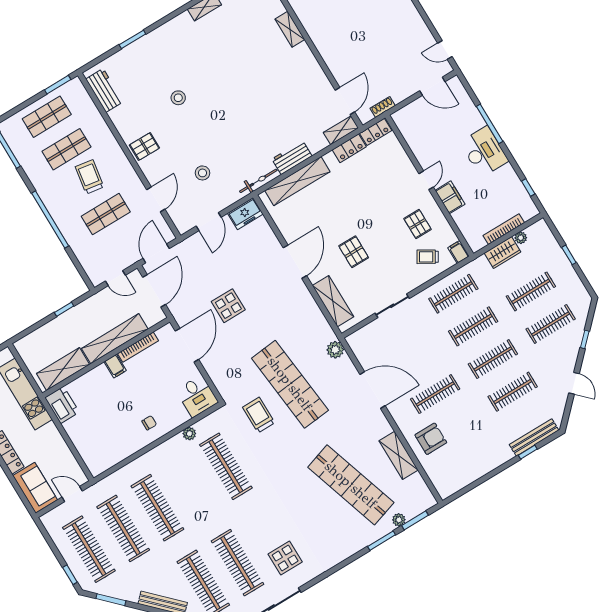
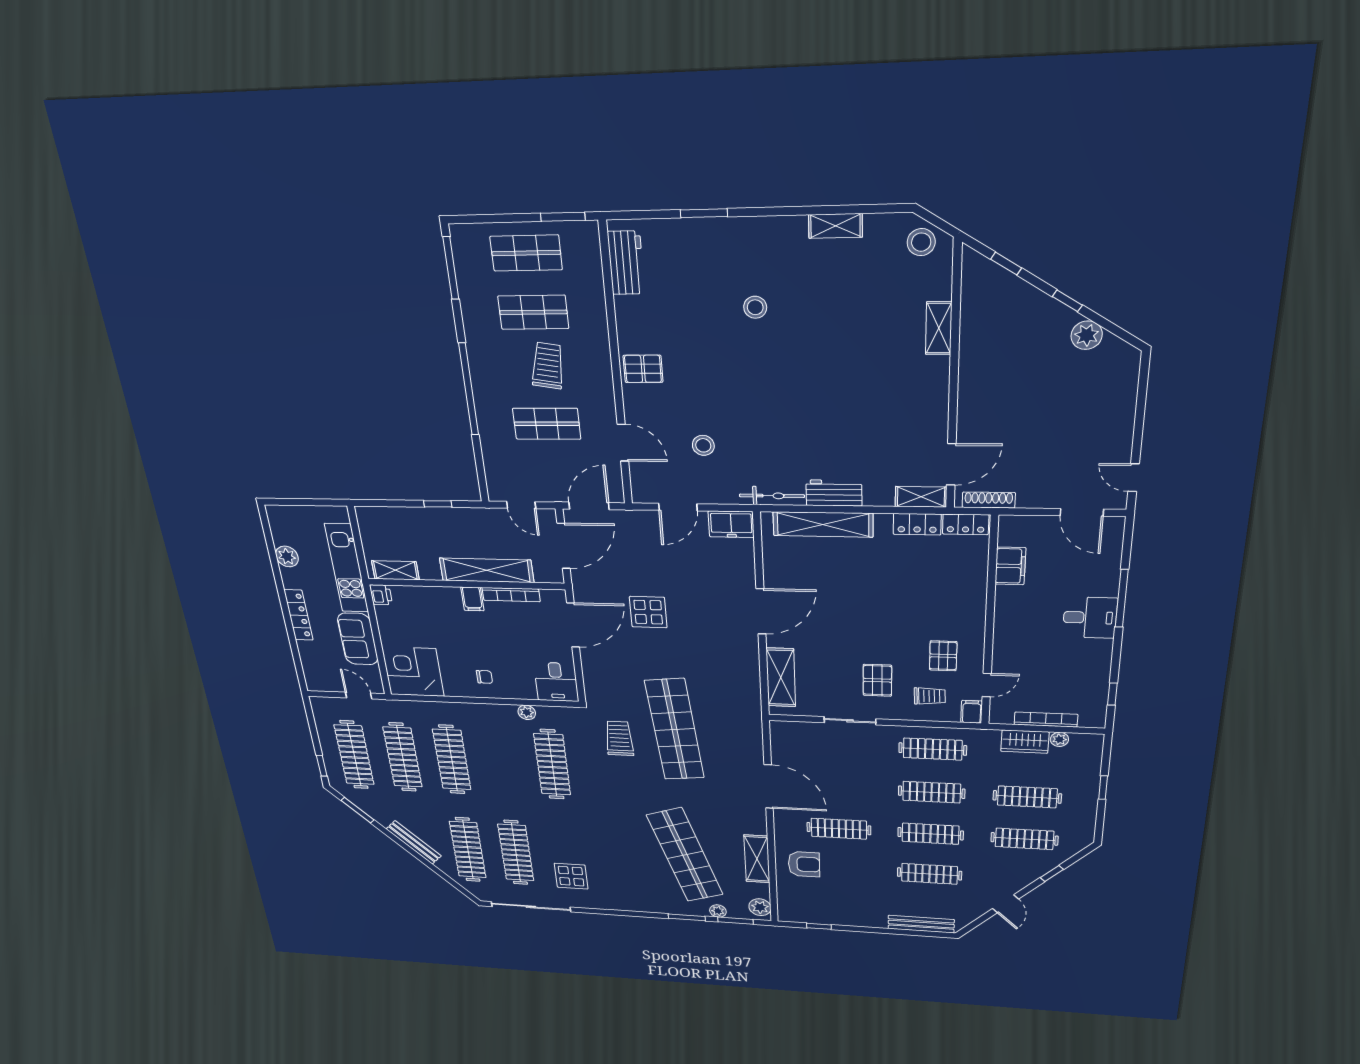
stool: (178, 98) -> (755, 307), moved
shoe rack: (383, 107) -> (989, 500), width x1.43
desk: (484, 152) -> (1090, 618), width x0.73
door: (426, 180) -> (987, 685), moved
filing cabinet: (450, 197) -> (1010, 566), moved
door: (156, 199) -> (623, 443), hinge flipped
pallet: (354, 252) -> (877, 680), moved
trolley: (428, 257) -> (930, 696), turned 147
plant: (335, 350) -> (760, 907), moved
shelving: (63, 369) -> (395, 570), width x0.67, depth x0.75
printer: (62, 405) -> (381, 595), width x0.53, depth x0.68
corner desk: (101, 449) -> (413, 672), added
window: (528, 452) -> (819, 926), moved
sofa: (35, 488) -> (358, 639), moved, turned 180

